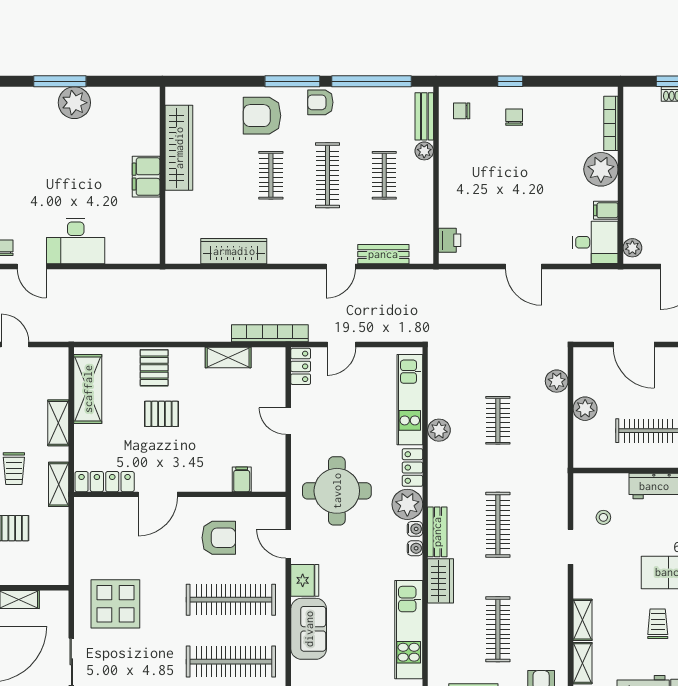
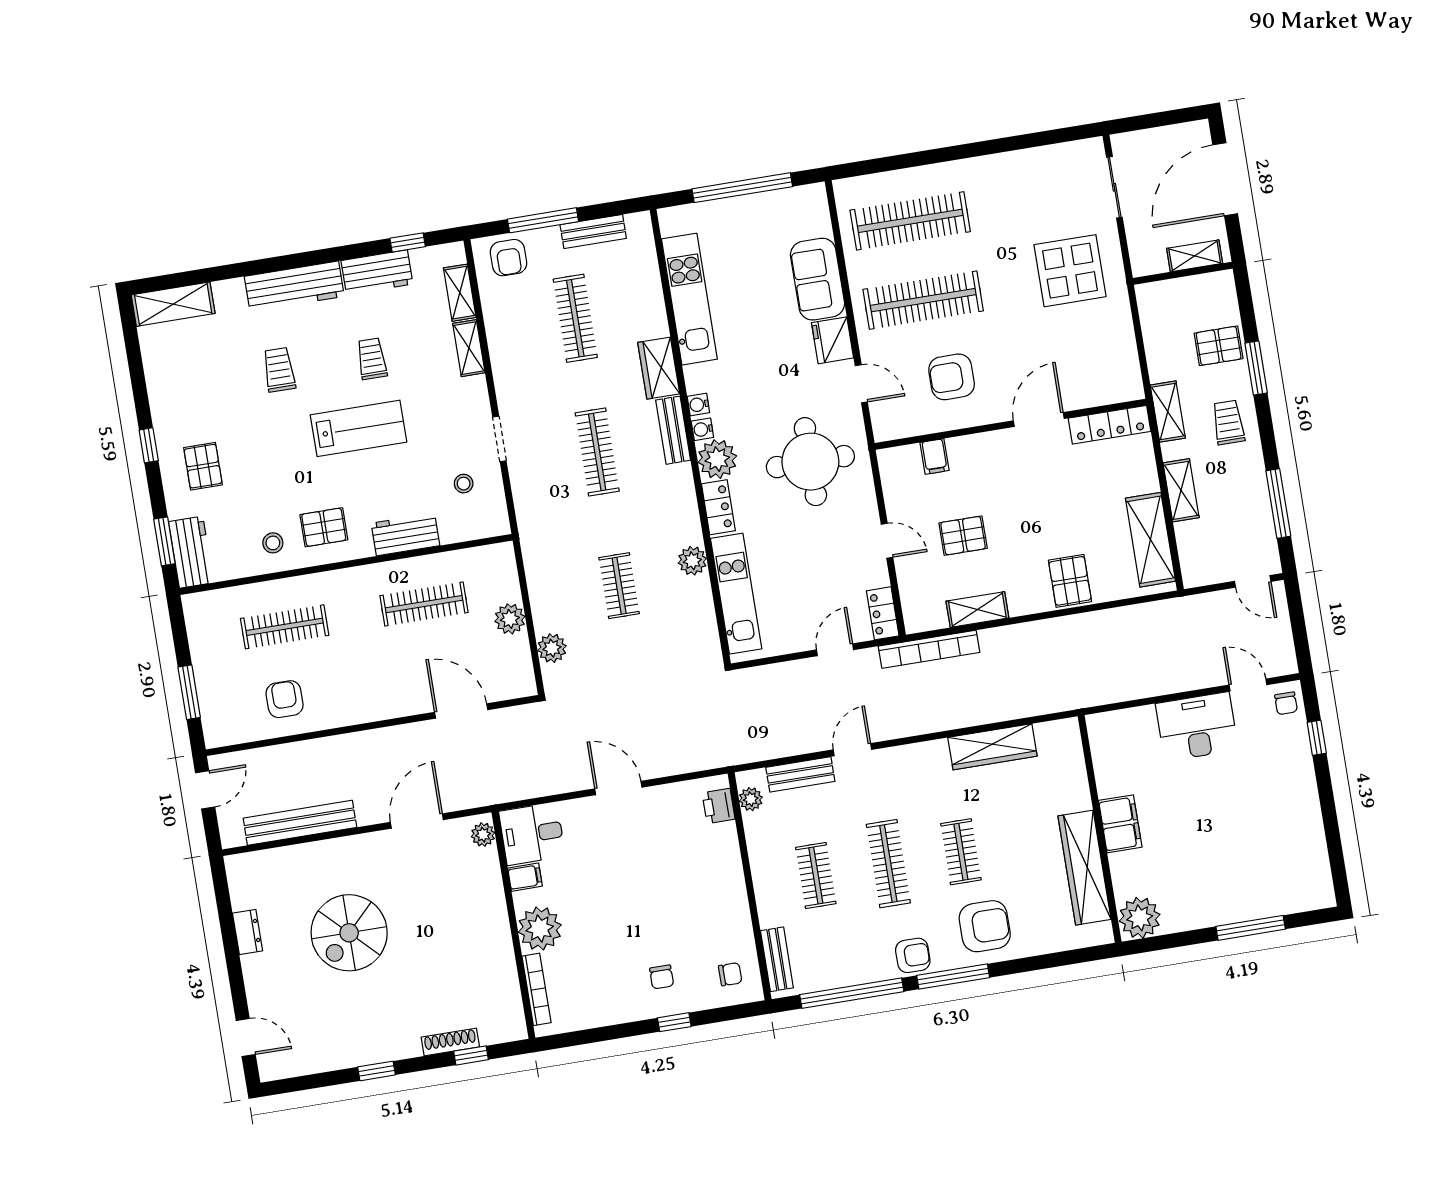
plant: (74, 103) -> (1140, 918), moved
plant: (424, 151) -> (751, 799), moved
pallet: (162, 414) -> (963, 536), moved
trolley: (658, 624) -> (372, 359), turned 180

